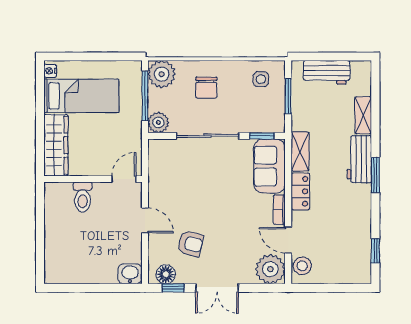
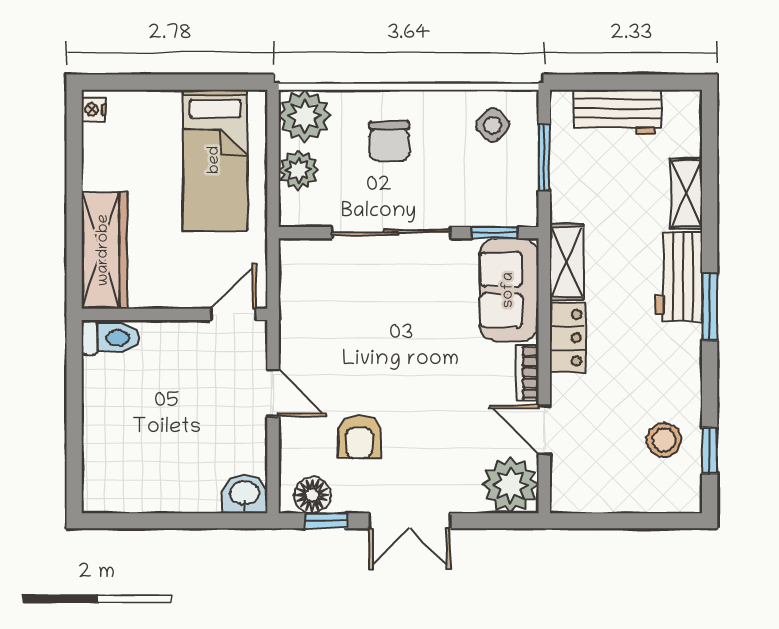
side table: (261, 79) -> (493, 125), turned 45
bed: (81, 96) -> (215, 160), moved, turned 90
window: (145, 96) -> (273, 157), removed
plant: (158, 122) -> (298, 170), moved
toilet: (83, 197) -> (110, 338), moved, turned -90
armchair: (190, 244) -> (359, 437), turned 76
stool: (302, 266) -> (664, 440), moved

